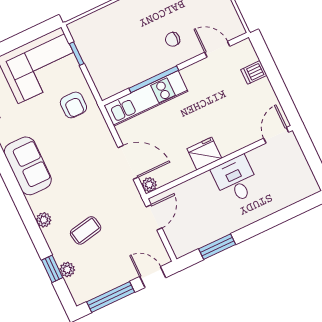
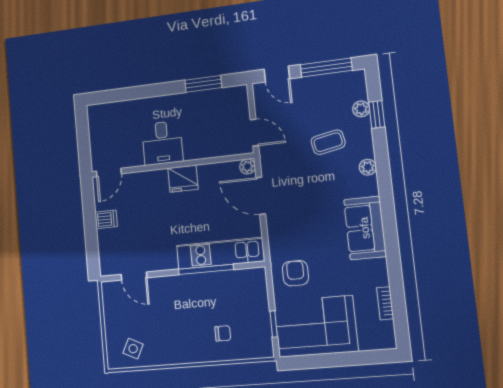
chair: (173, 39) -> (223, 333), moved
dishwasher: (254, 72) -> (106, 219), moved
door: (154, 217) -> (254, 133), swing flipped

